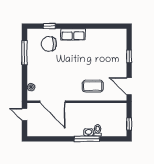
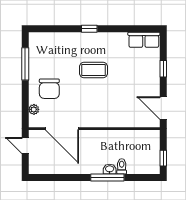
window: (49, 26) -> (89, 29), moved
row of seats: (73, 34) -> (144, 40), moved
chair: (49, 44) -> (49, 89), moved, turned -90
coffee table: (93, 86) -> (93, 70), moved

